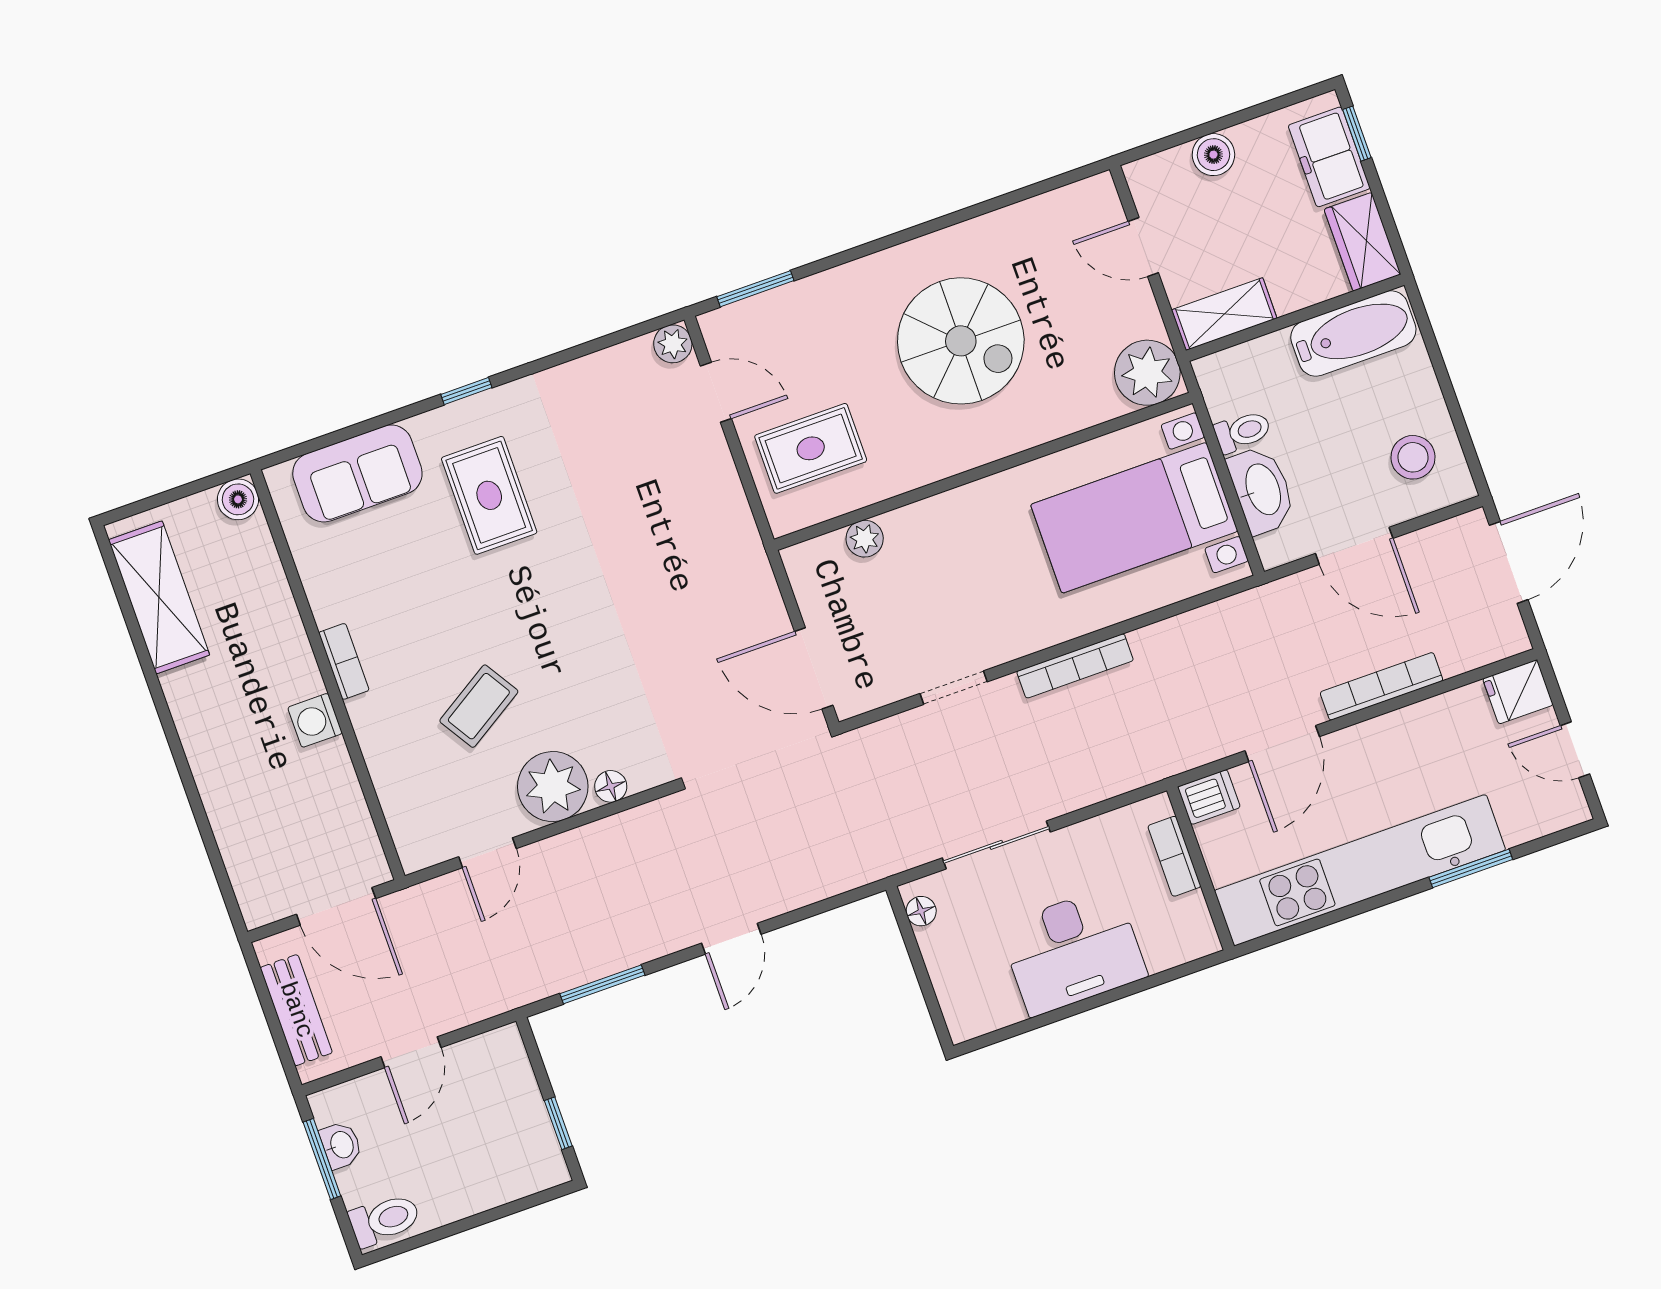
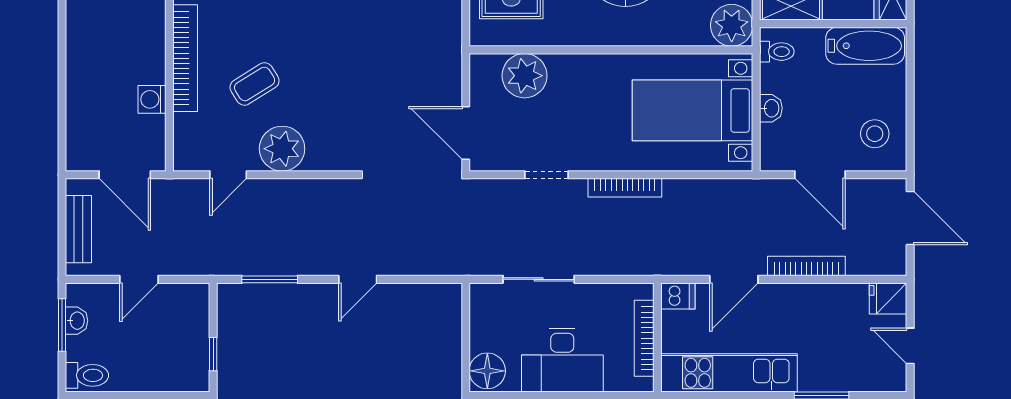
toilet: (1243, 432) -> (777, 52), moved
washbasin: (1262, 490) -> (771, 108), width x0.52, depth x0.69
plant: (865, 539) -> (525, 76), width x1.88, depth x1.88
door: (1509, 562) -> (910, 218), hinge flipped
bookcase: (344, 661) -> (185, 58), width x2.31, depth x1.31
washing machine: (315, 720) -> (152, 99), moved
floor lamp: (611, 786) -> (317, 161), removed
bookcase: (1174, 856) -> (644, 338), width x1.56
kitchen unit: (1360, 870) -> (729, 373), width x0.73
floor lamp: (921, 911) -> (487, 371), moved, width x1.89, depth x1.89

